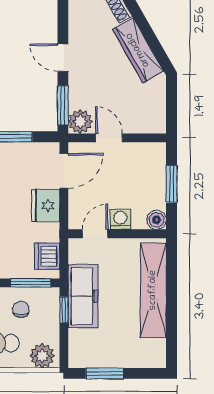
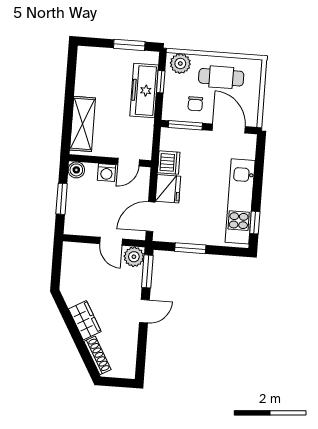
wardrobe: (138, 50) -> (85, 320), width x0.67
door: (63, 58) -> (144, 311), hinge flipped
dishwasher: (47, 256) -> (169, 163), moved
shelving: (153, 290) -> (83, 124), width x0.68
freezer: (83, 296) -> (144, 91), moved
window: (64, 310) -> (161, 82), moved

